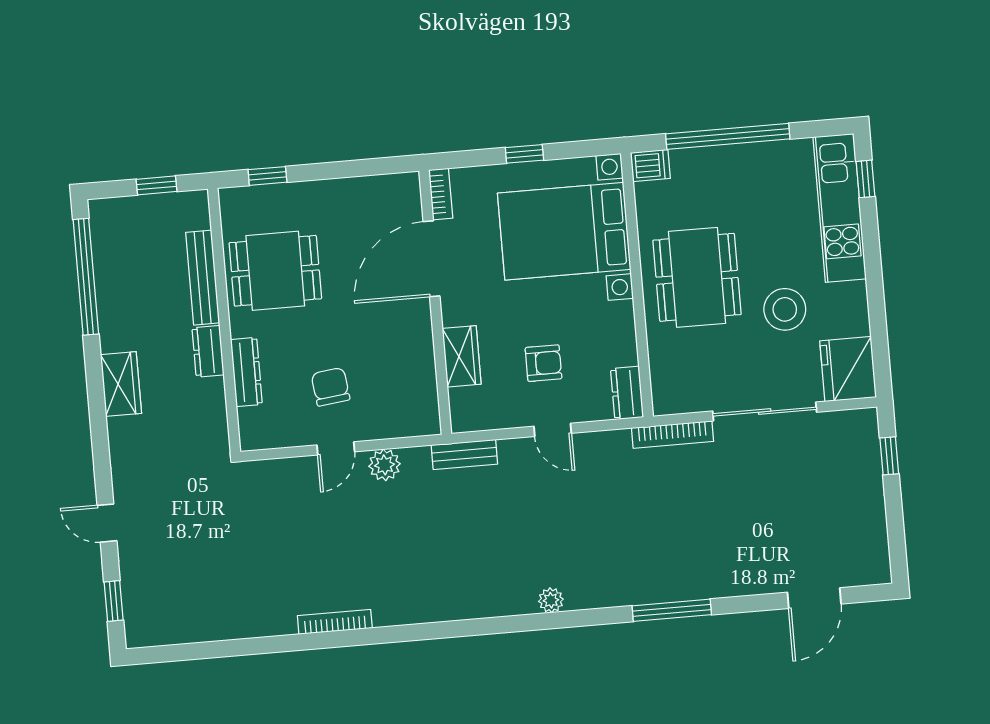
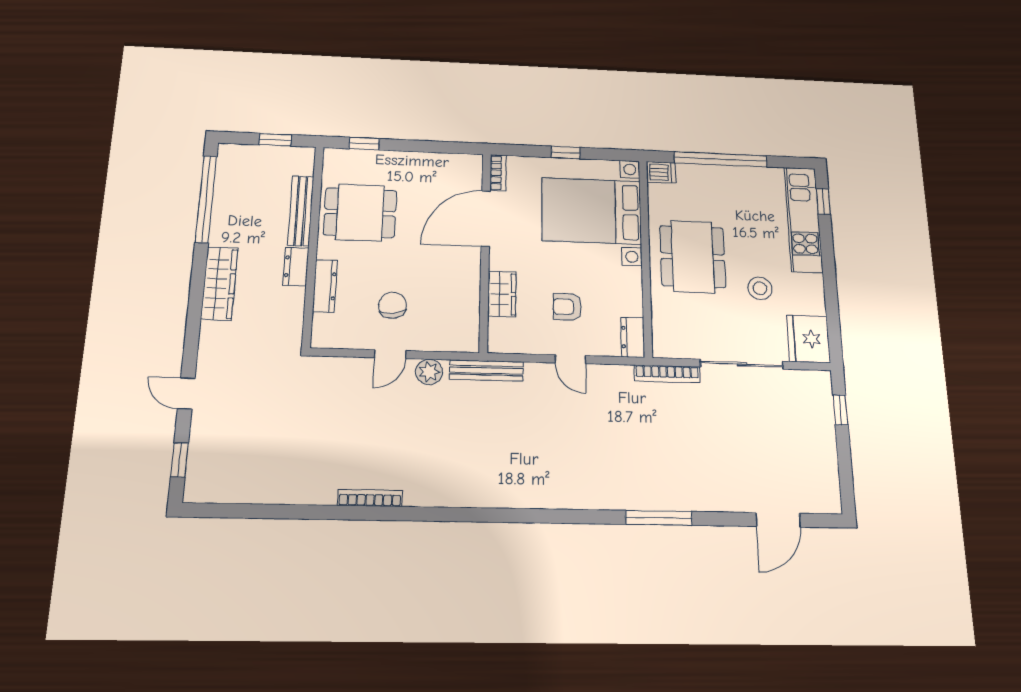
stool: (785, 309) -> (760, 288), width x0.73, depth x0.73
armchair: (544, 363) -> (567, 307), turned 180
wardrobe: (121, 384) -> (219, 283), width x1.50
bench: (464, 454) -> (486, 370), width x1.36
plant: (551, 600) -> (557, 499), removed

